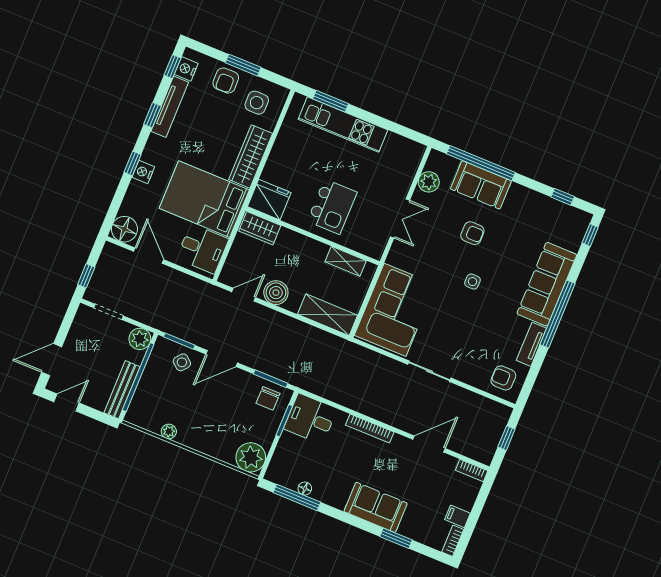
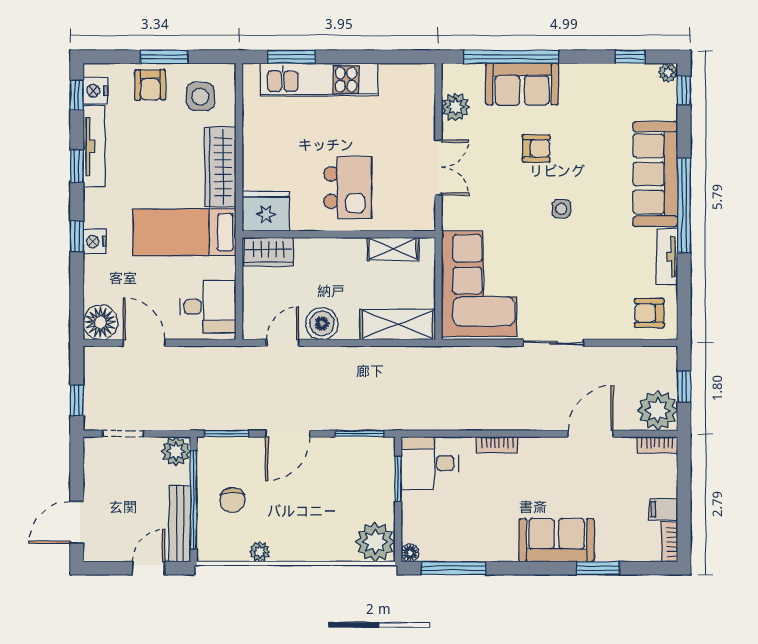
bed: (204, 199) -> (184, 232), width x0.67
plant: (584, 218) -> (668, 73), added
side table: (182, 362) -> (240, 459), removed
chair: (268, 398) -> (232, 500), moved
door: (67, 402) -> (148, 568), moved
bookcase: (370, 429) -> (497, 445), width x0.64
plant: (482, 447) -> (658, 410), added
floor lamp: (305, 488) -> (410, 553), moved

